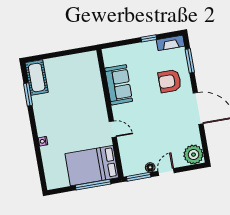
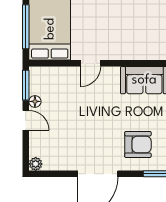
armchair: (170, 81) -> (138, 144), turned 90
plant: (193, 155) -> (36, 164), width x0.53, depth x0.53

